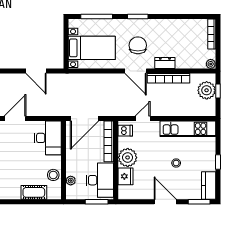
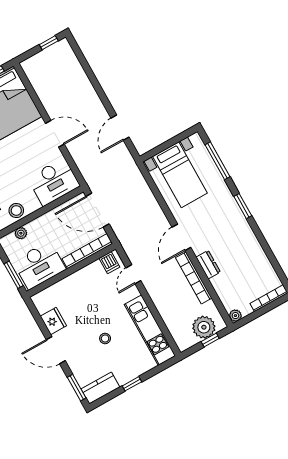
chair: (138, 45) -> (211, 224), removed
door: (143, 119) -> (133, 274), swing flipped
plant: (128, 157) -> (81, 282), removed
fridge: (125, 176) -> (53, 321), moved, turned -90
door: (165, 202) -> (56, 350), swing flipped

